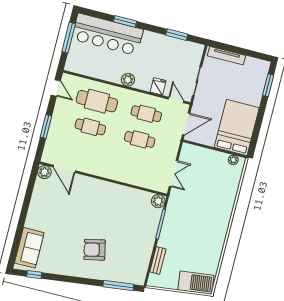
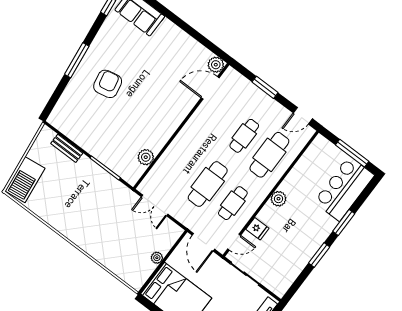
bar counter: (107, 34) -> (344, 189), width x0.73
window: (177, 35) -> (319, 255), moved
cafe table: (140, 139) -> (208, 184), width x1.37, depth x1.35
plant: (233, 160) -> (157, 258), moved
plant: (158, 201) -> (146, 157), moved
window: (118, 286) -> (77, 60), moved

